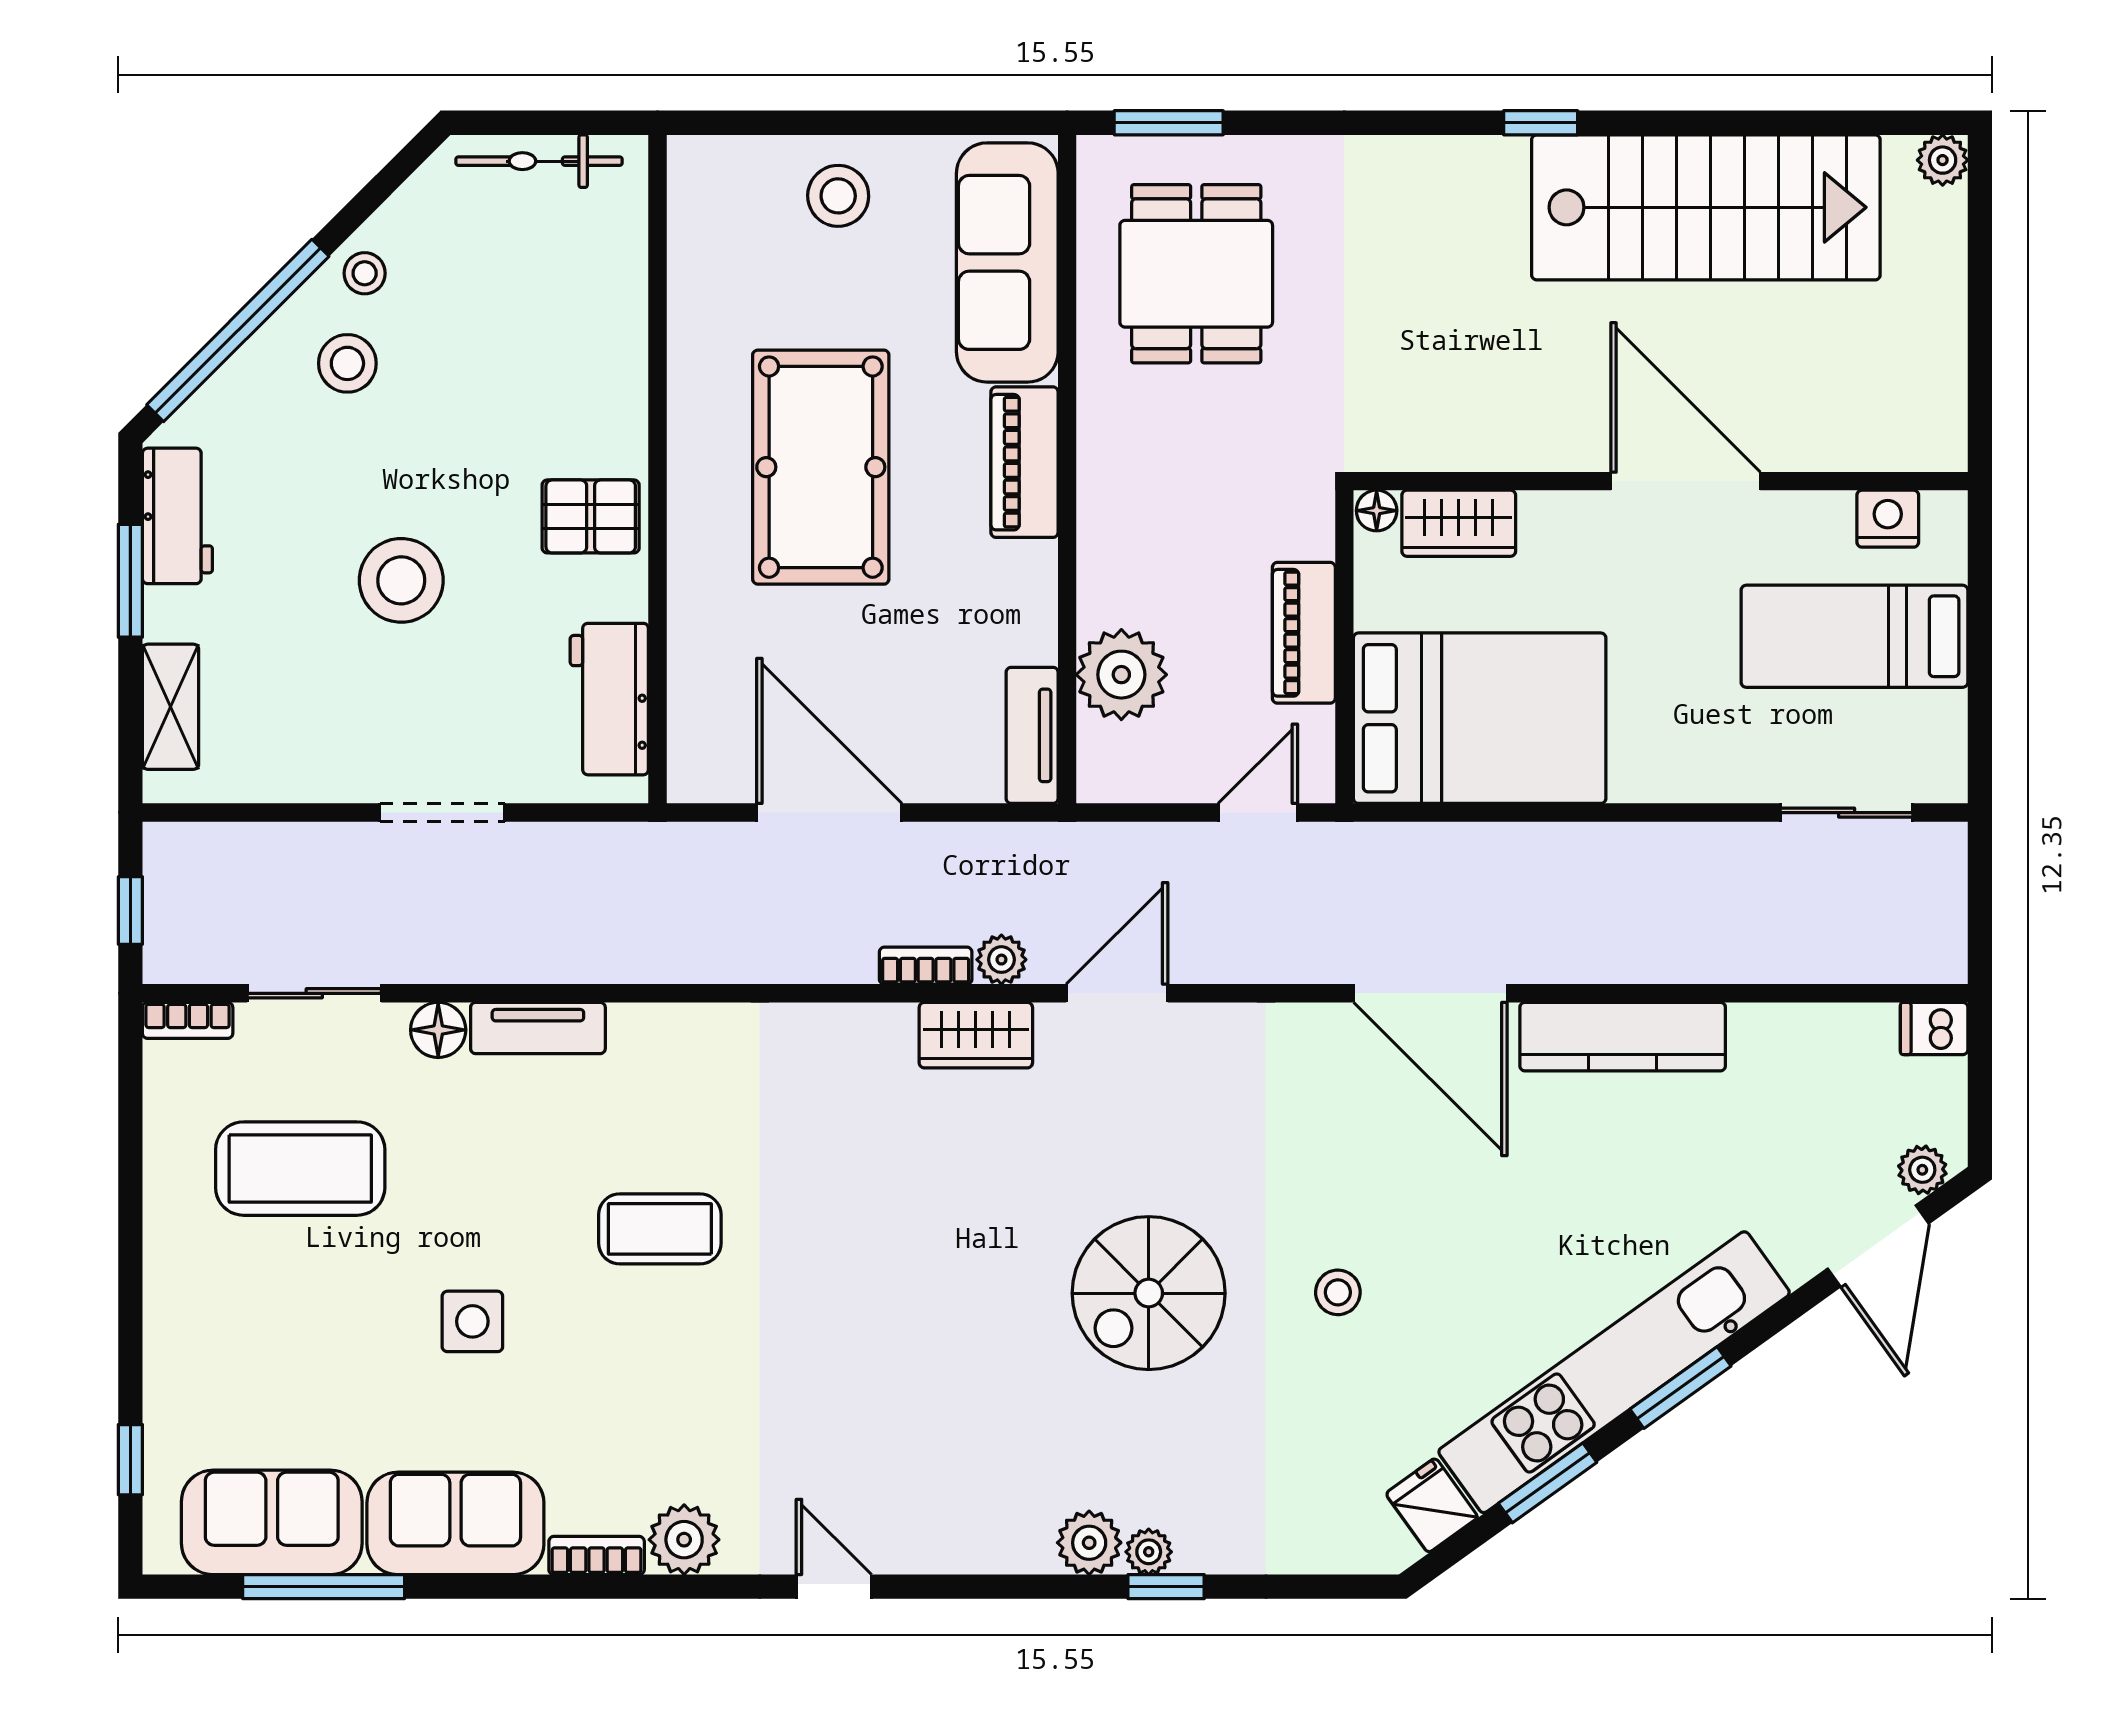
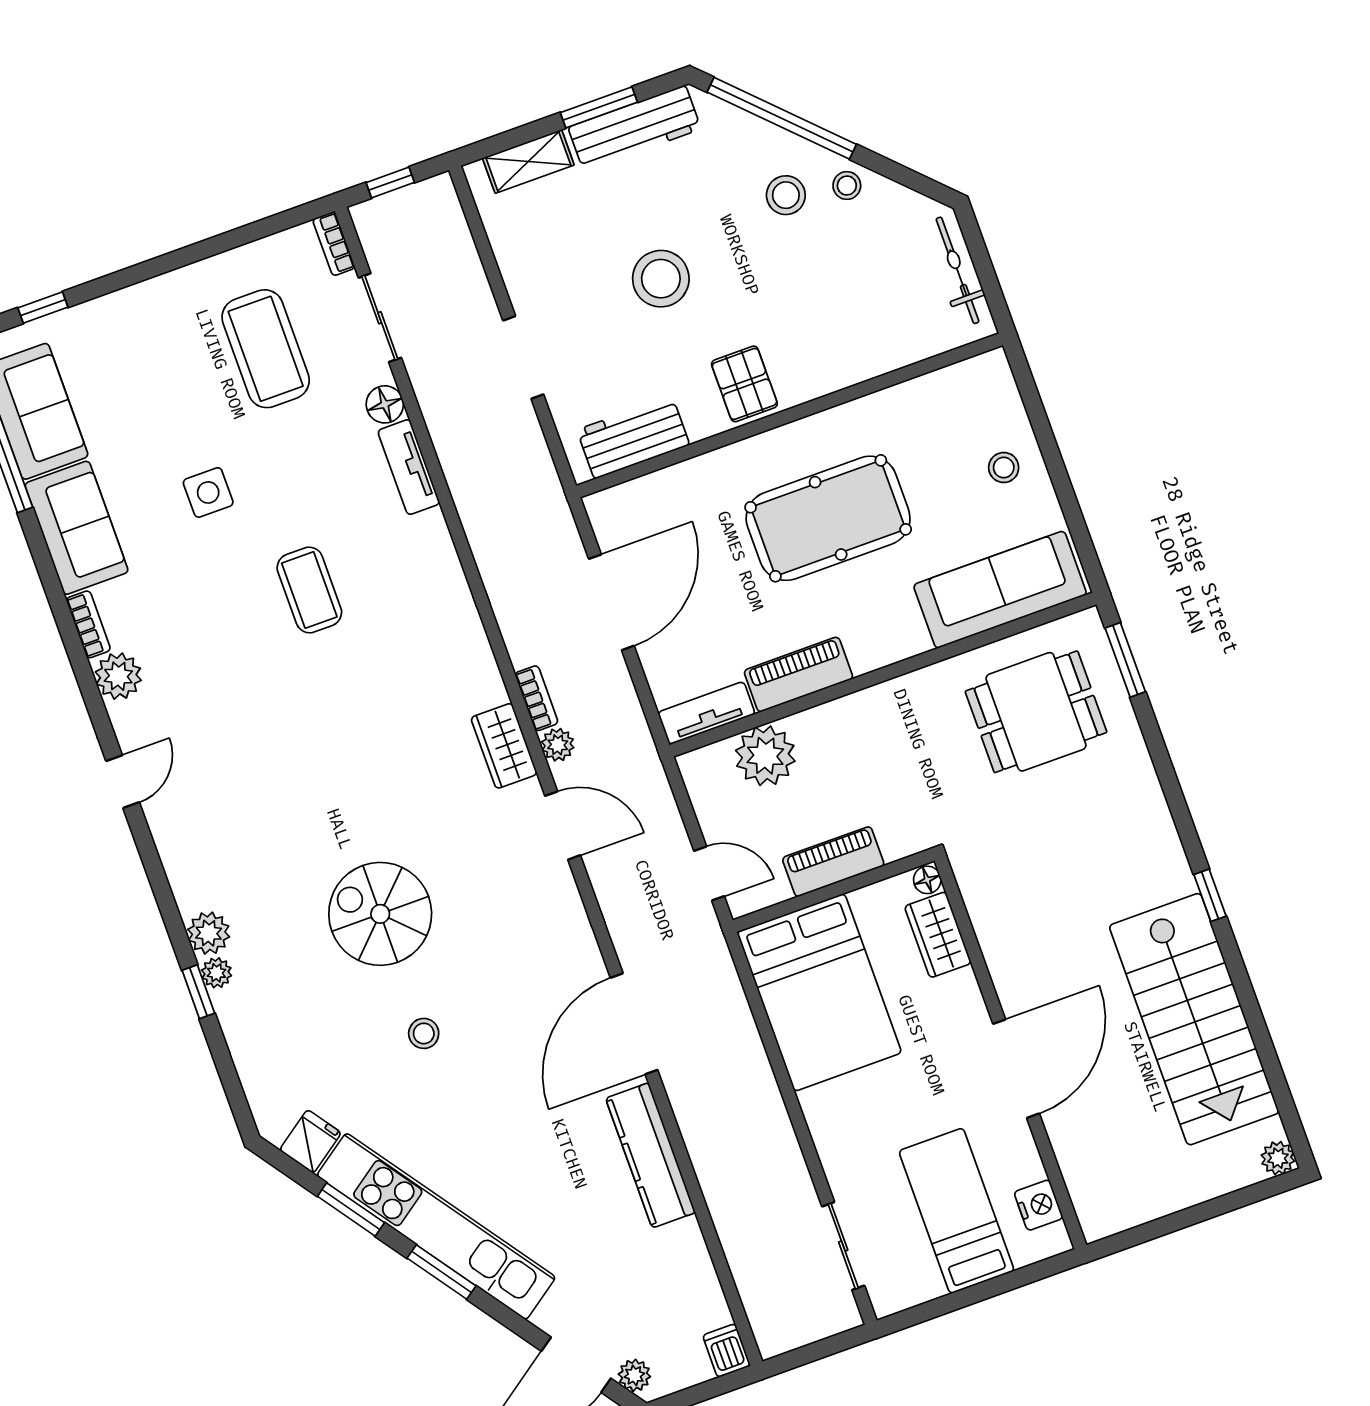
stool: (838, 196) -> (1004, 468), width x0.73, depth x0.73
piano: (1025, 462) -> (798, 675), moved
workbench: (177, 516) -> (635, 128), width x1.38

